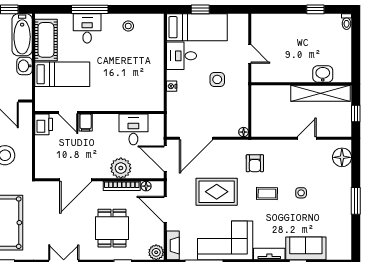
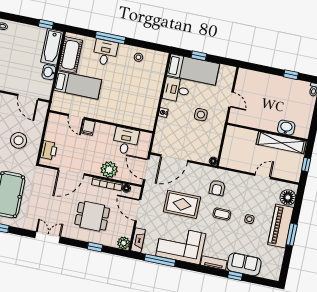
printer: (44, 124) -> (49, 150), moved
piano: (340, 193) -> (281, 226), added
dining table: (112, 228) -> (92, 216), turned 90

